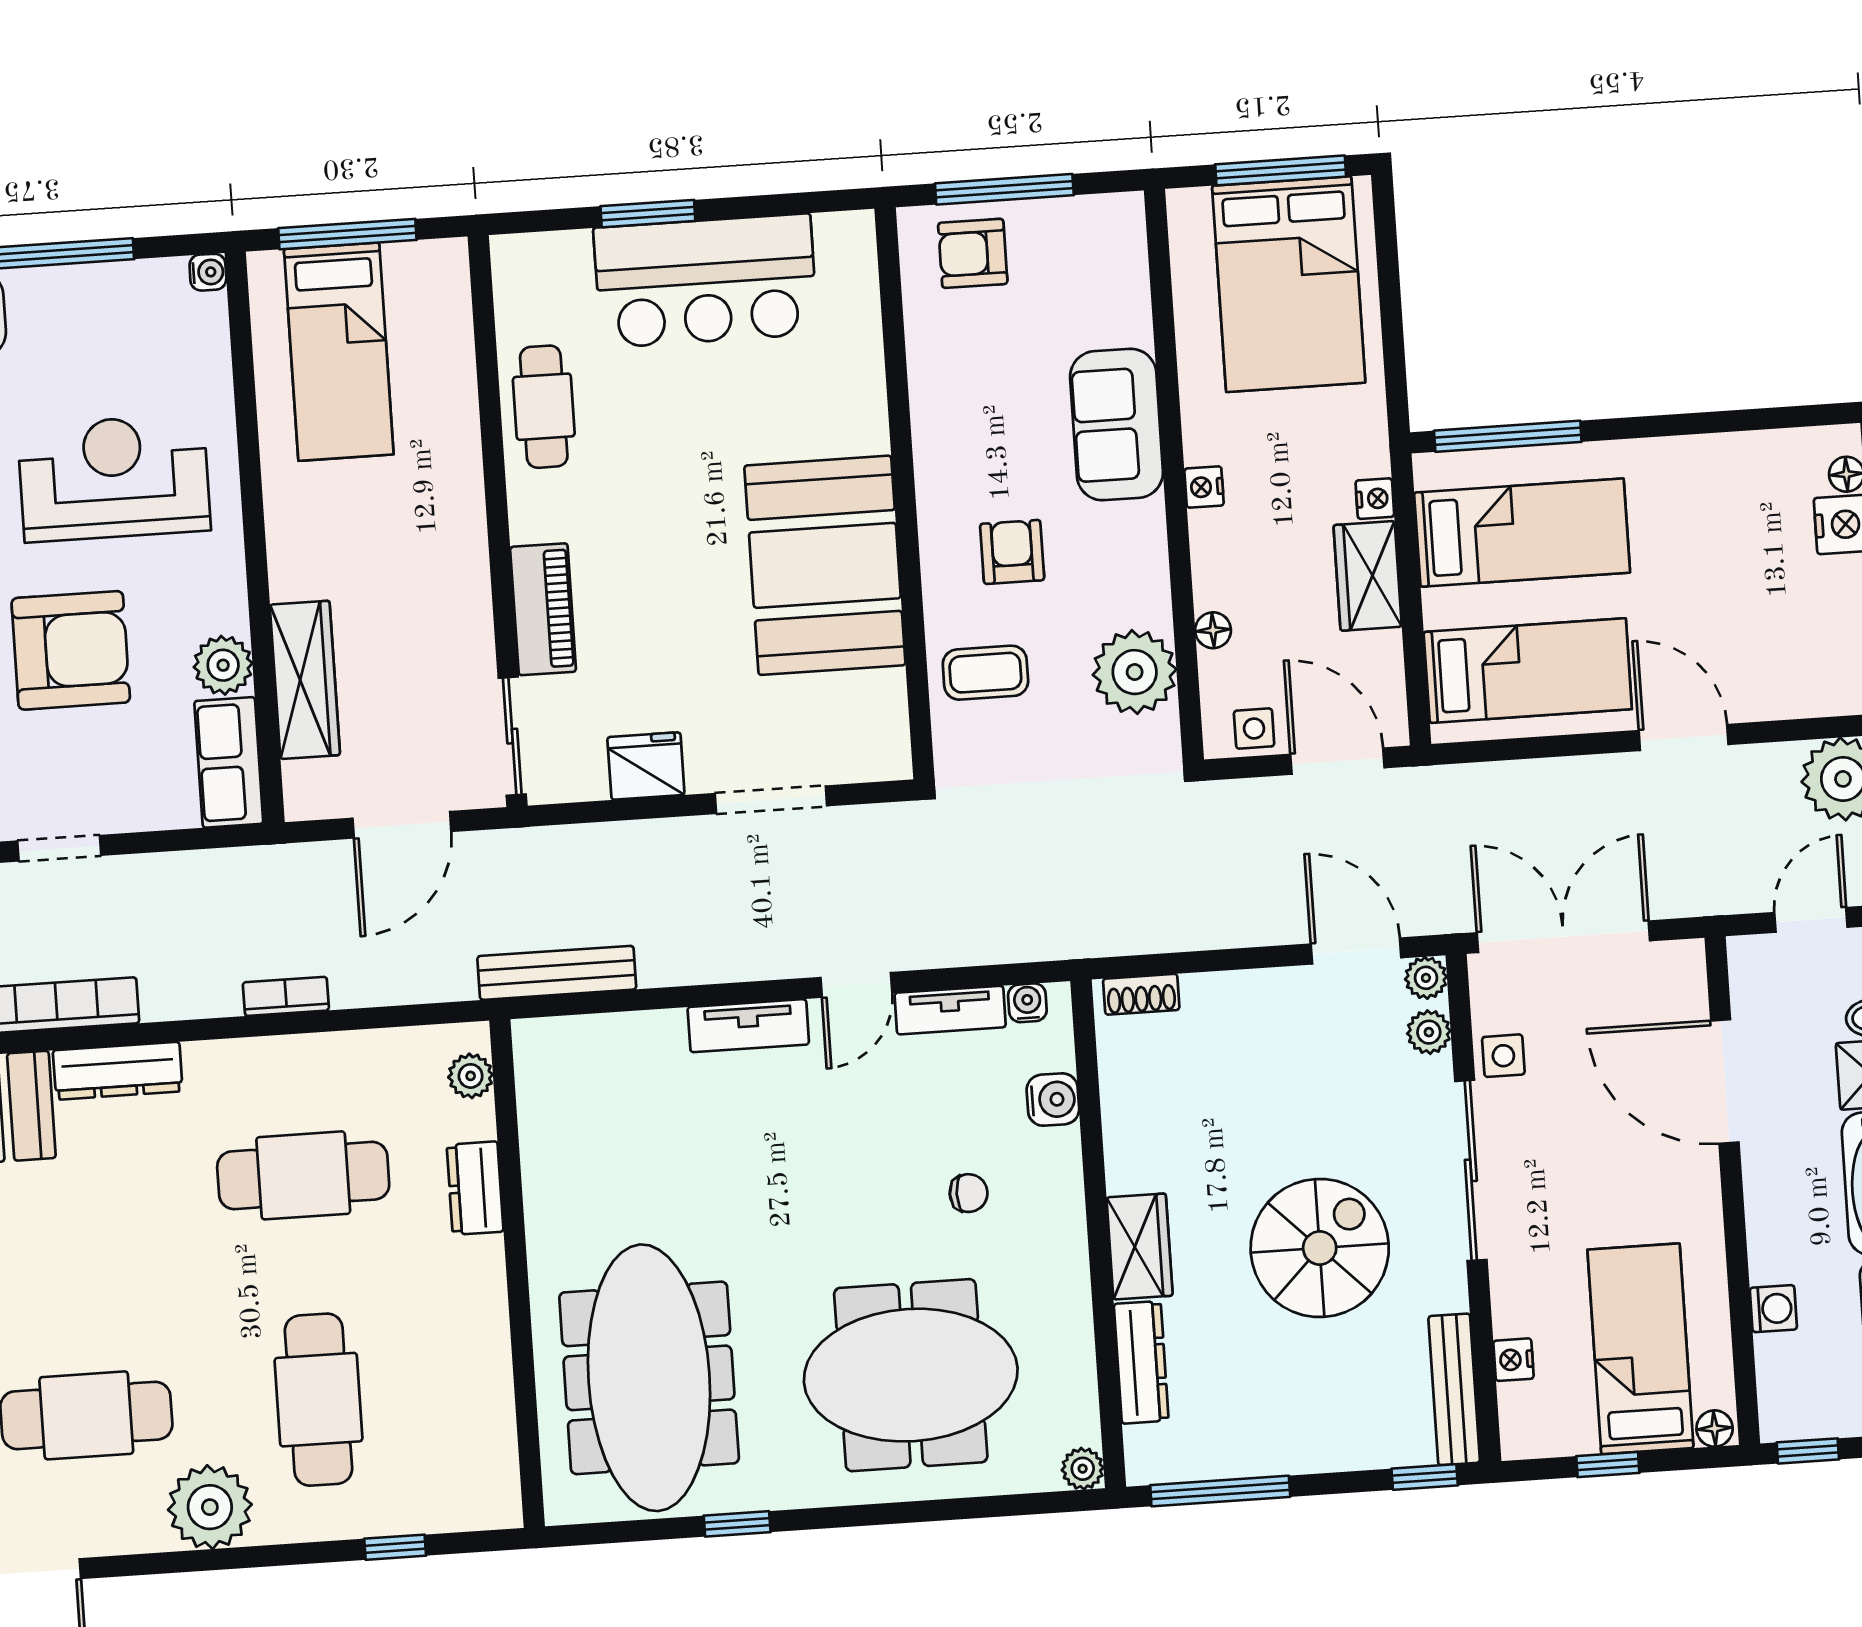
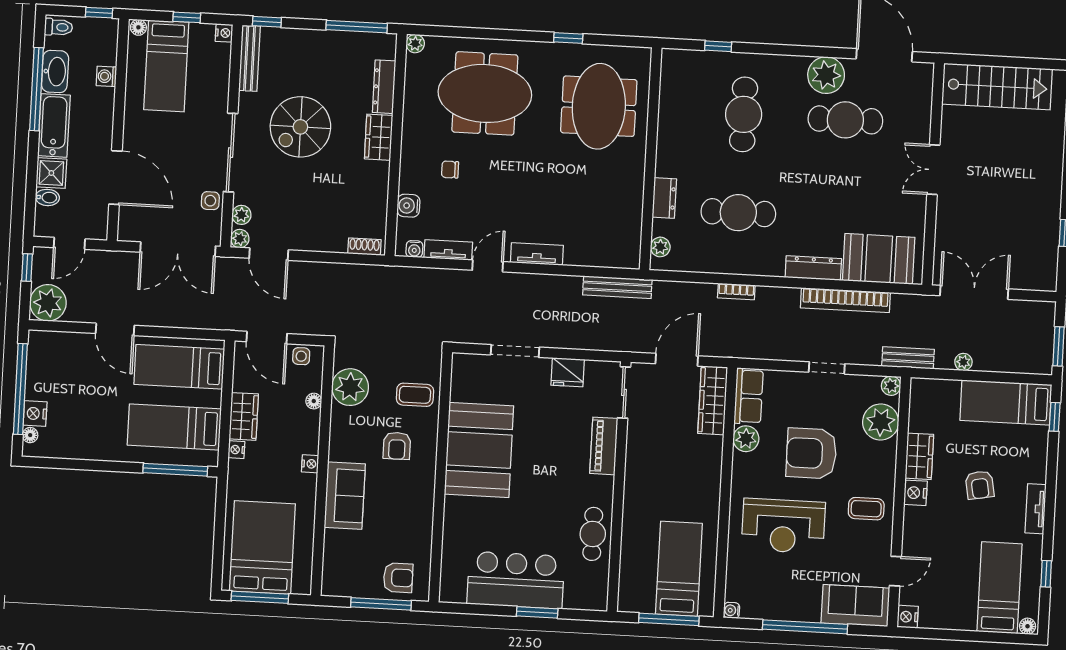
wardrobe: (305, 680) -> (713, 400), moved
nightstand: (1513, 1360) -> (224, 33), moved
meeting table: (649, 1378) -> (599, 106), width x0.73
plant: (210, 1507) -> (826, 75), moved

